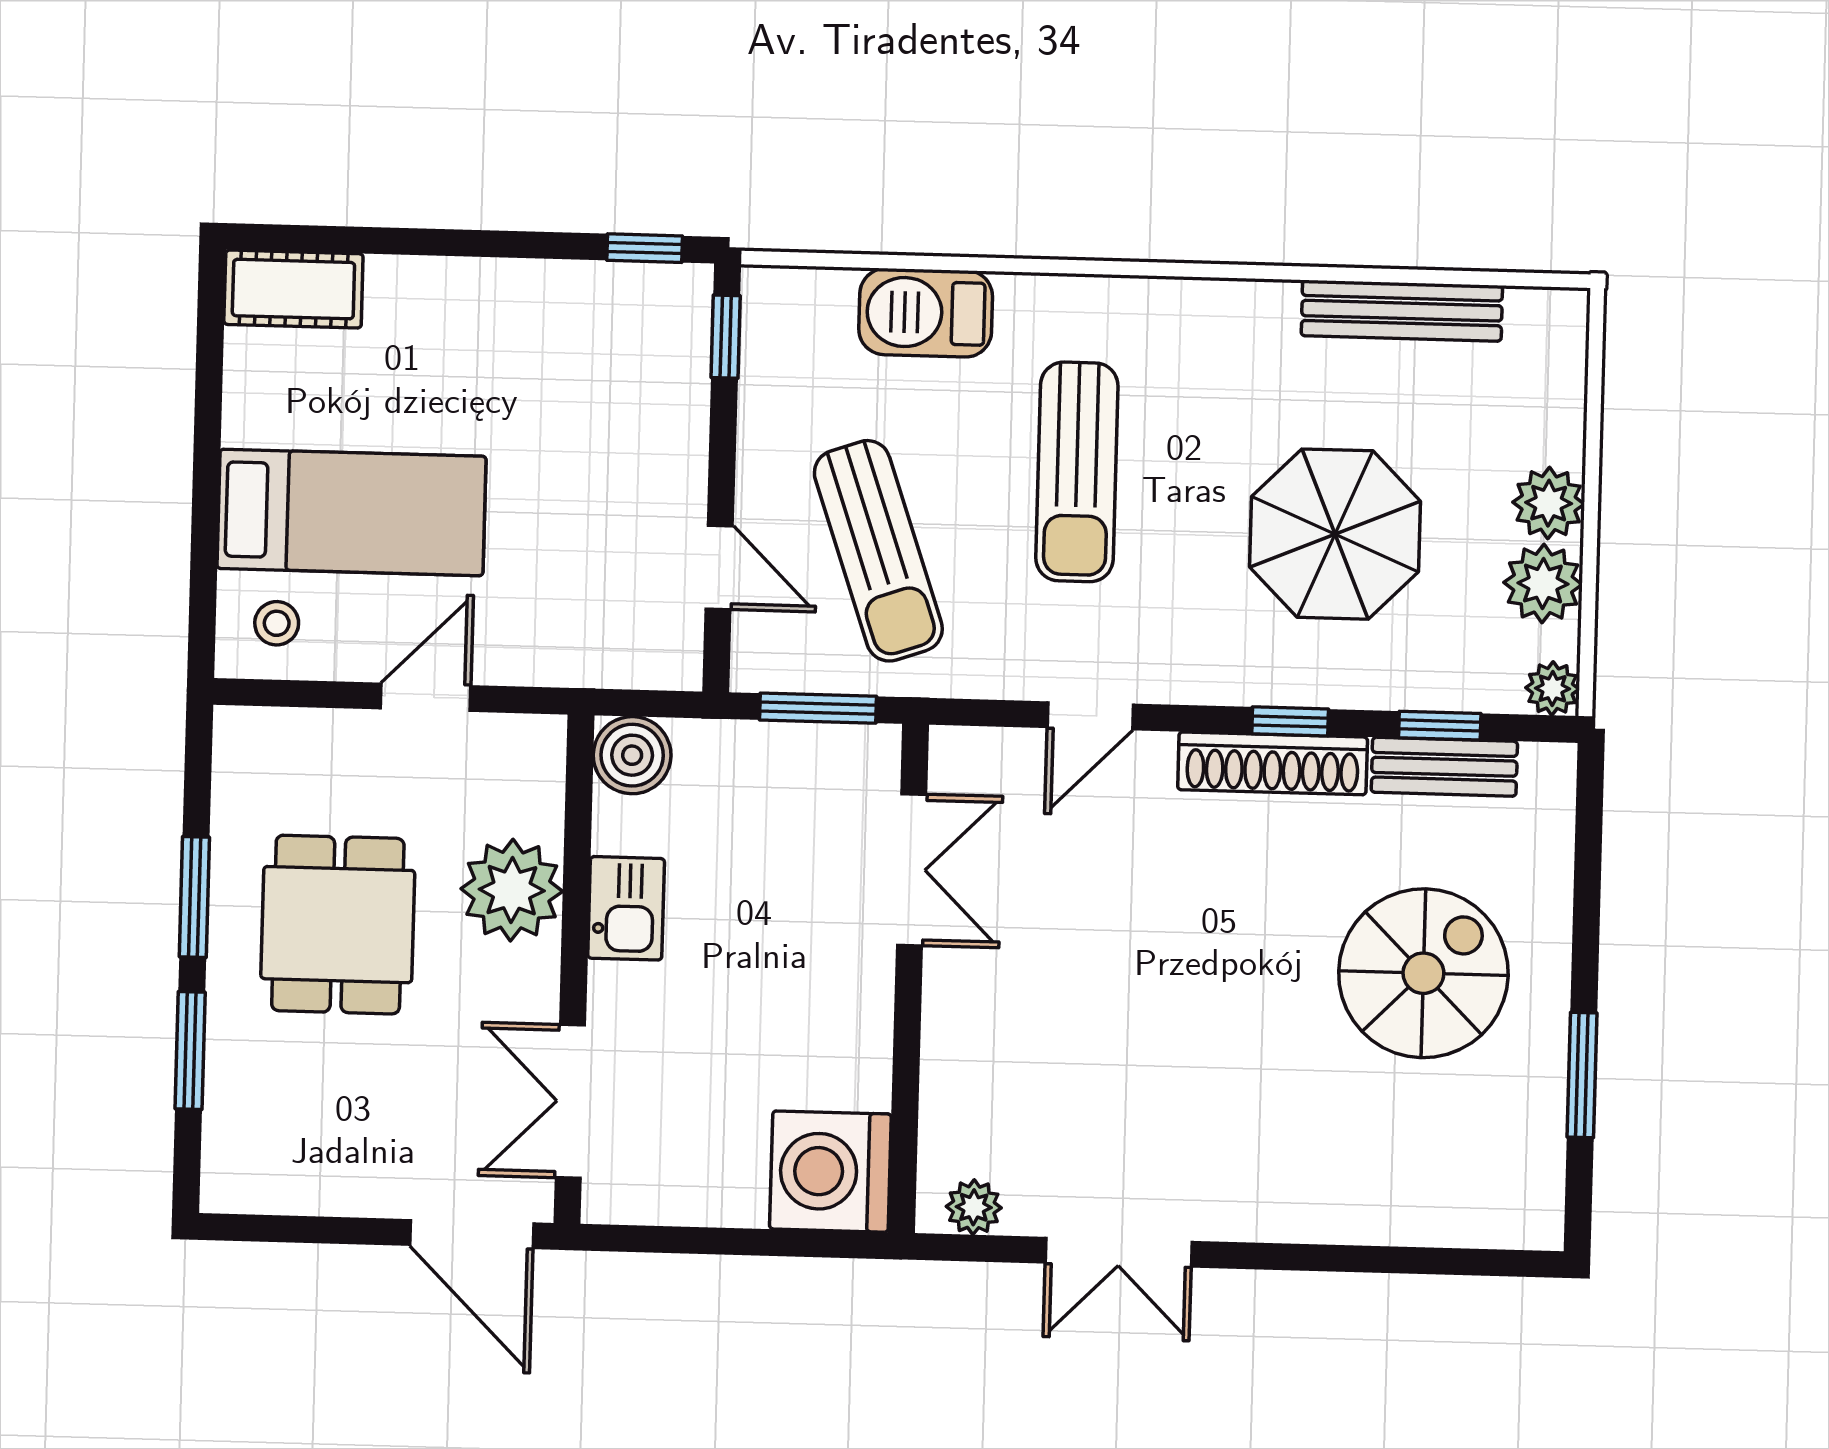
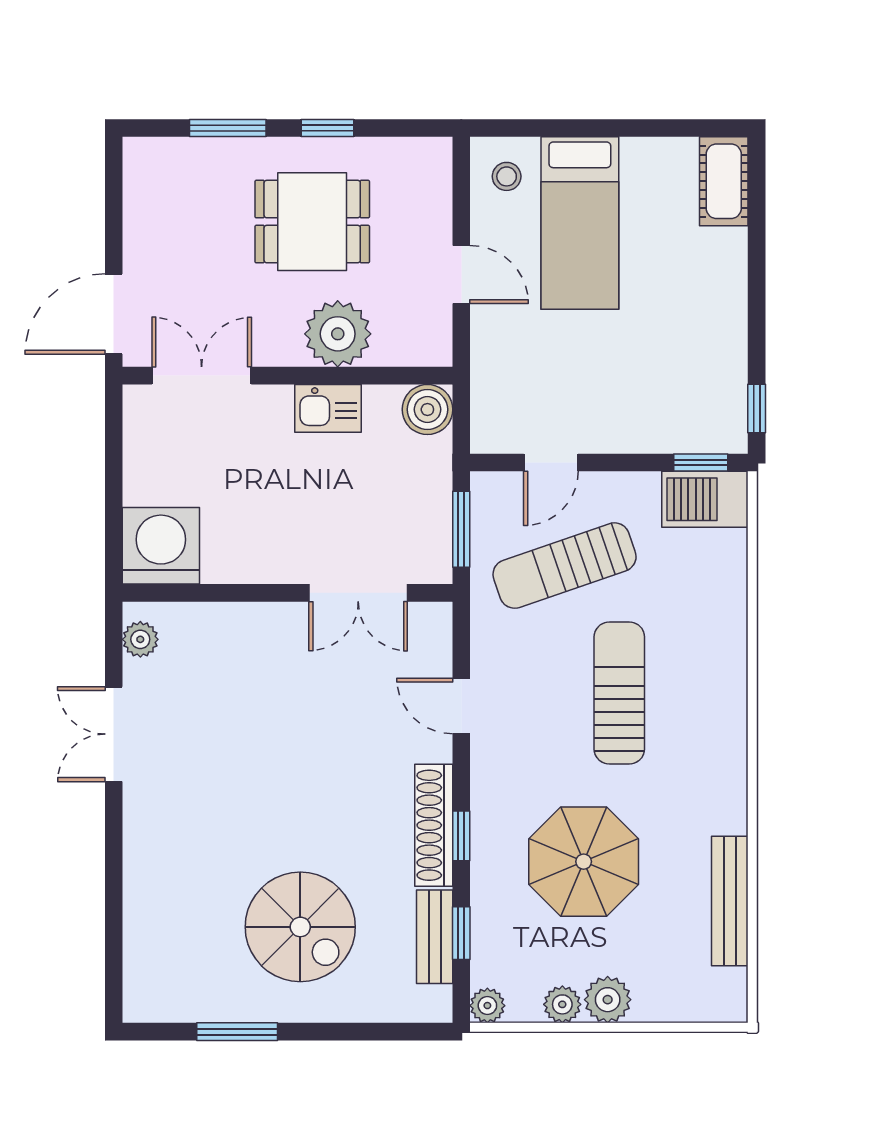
barbecue: (926, 313) -> (705, 499), moved, turned -90
sun lounger: (1077, 472) -> (619, 693), turned 90
plant: (1543, 584) -> (562, 1004), width x0.73, depth x0.73
window: (194, 897) -> (327, 128), width x0.67

